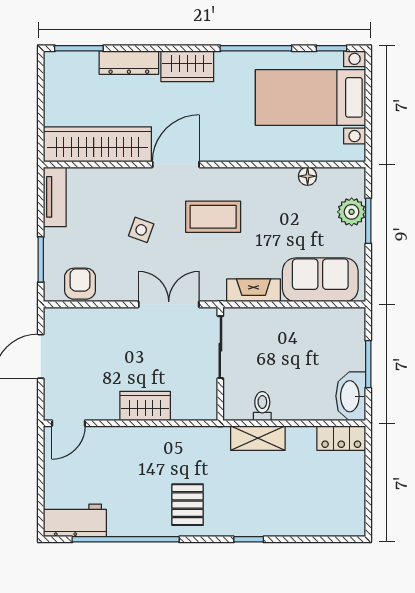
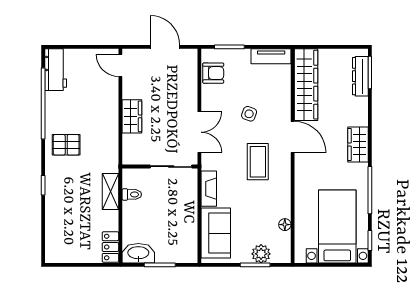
dresser: (129, 63) -> (360, 76), moved

